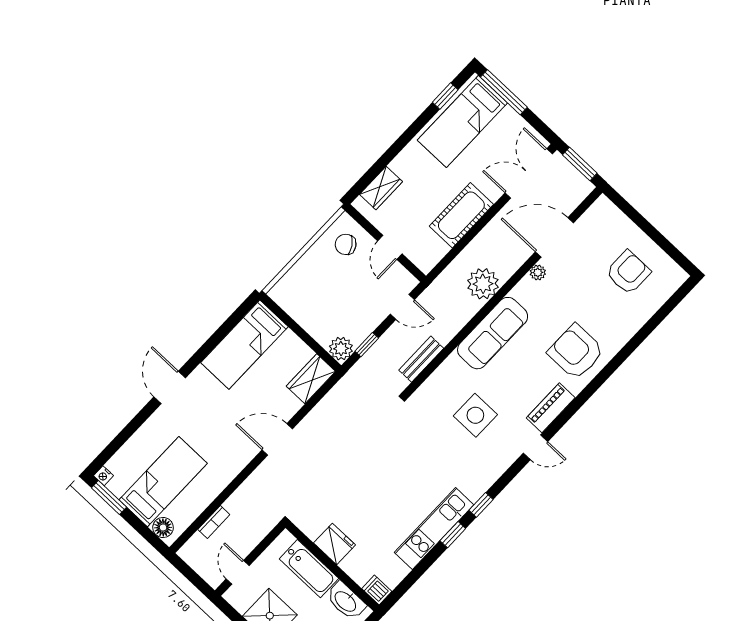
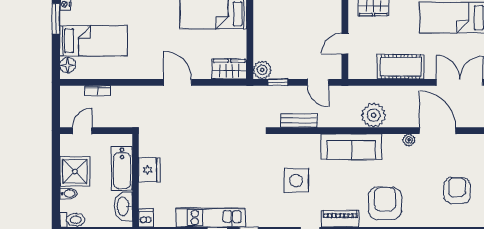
chair: (346, 244) -> (323, 17), removed
armchair: (628, 272) -> (457, 190), turned -90

